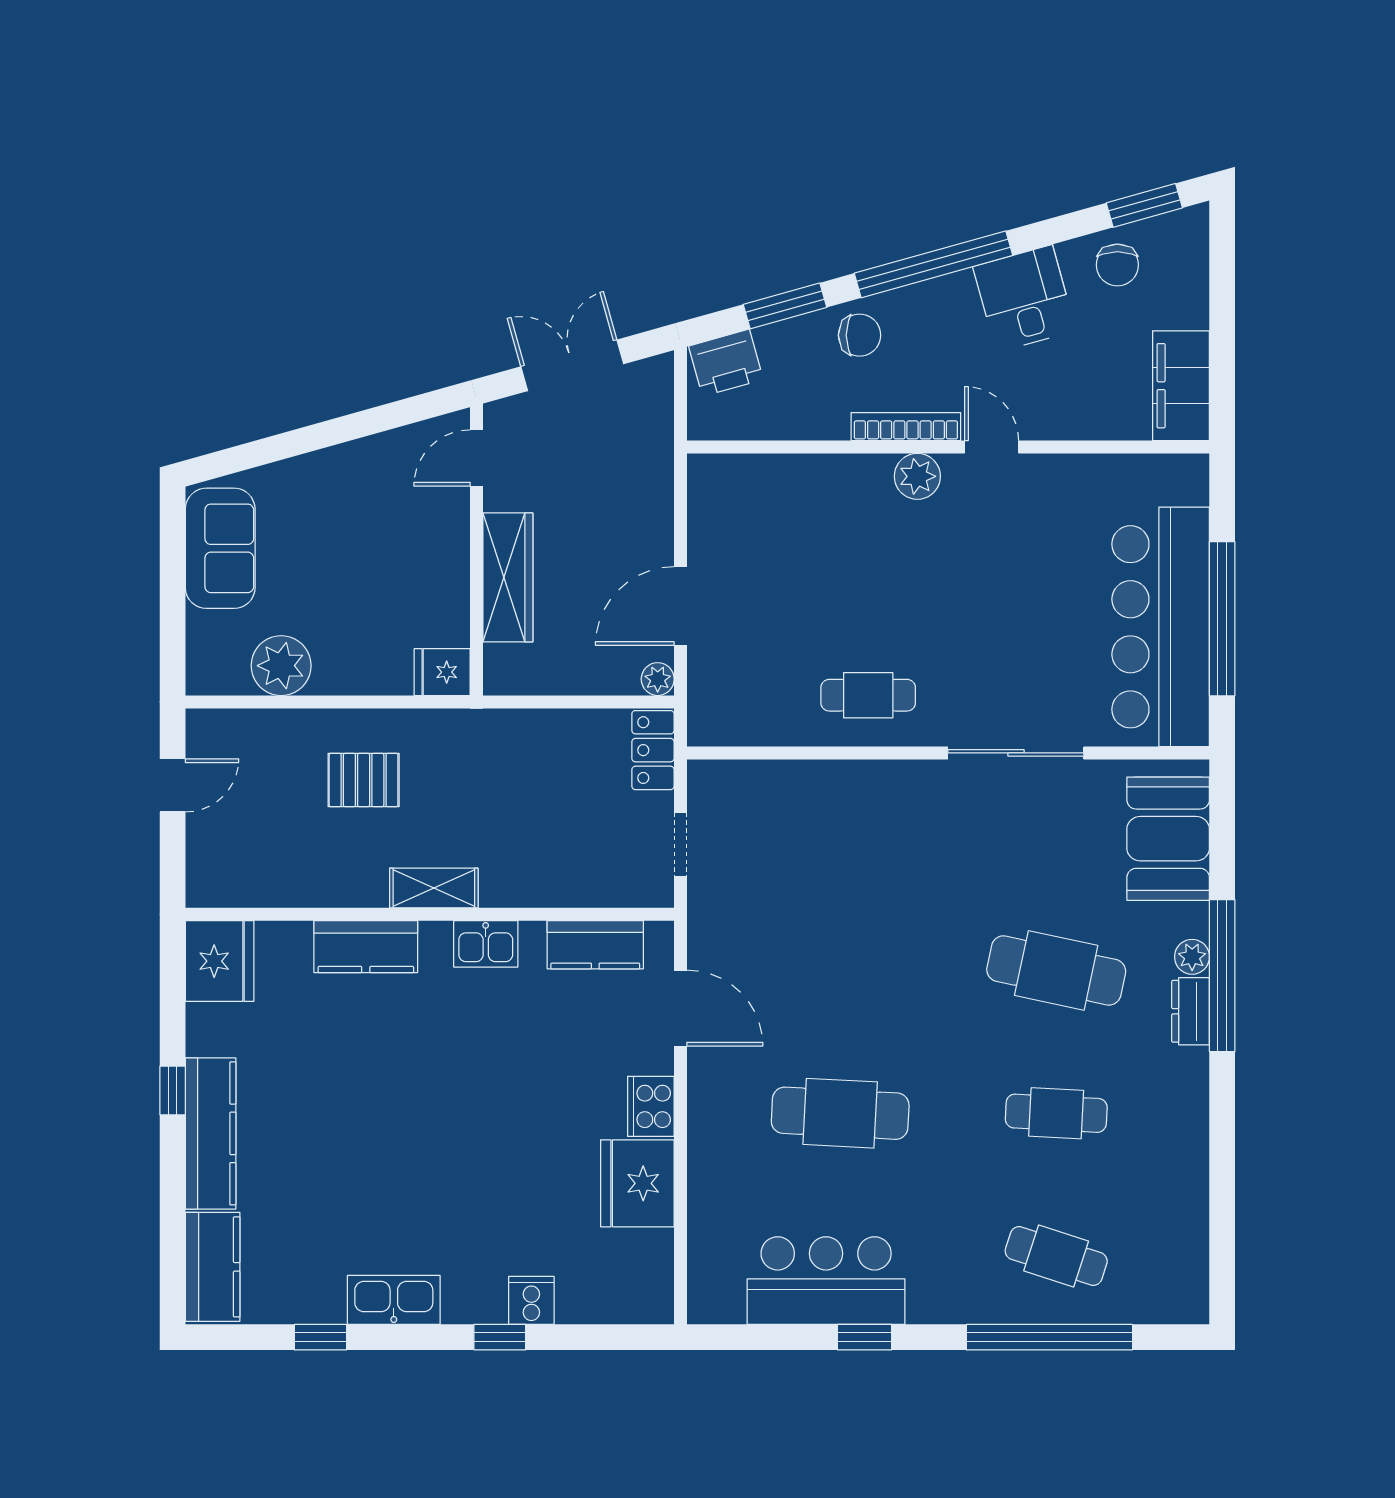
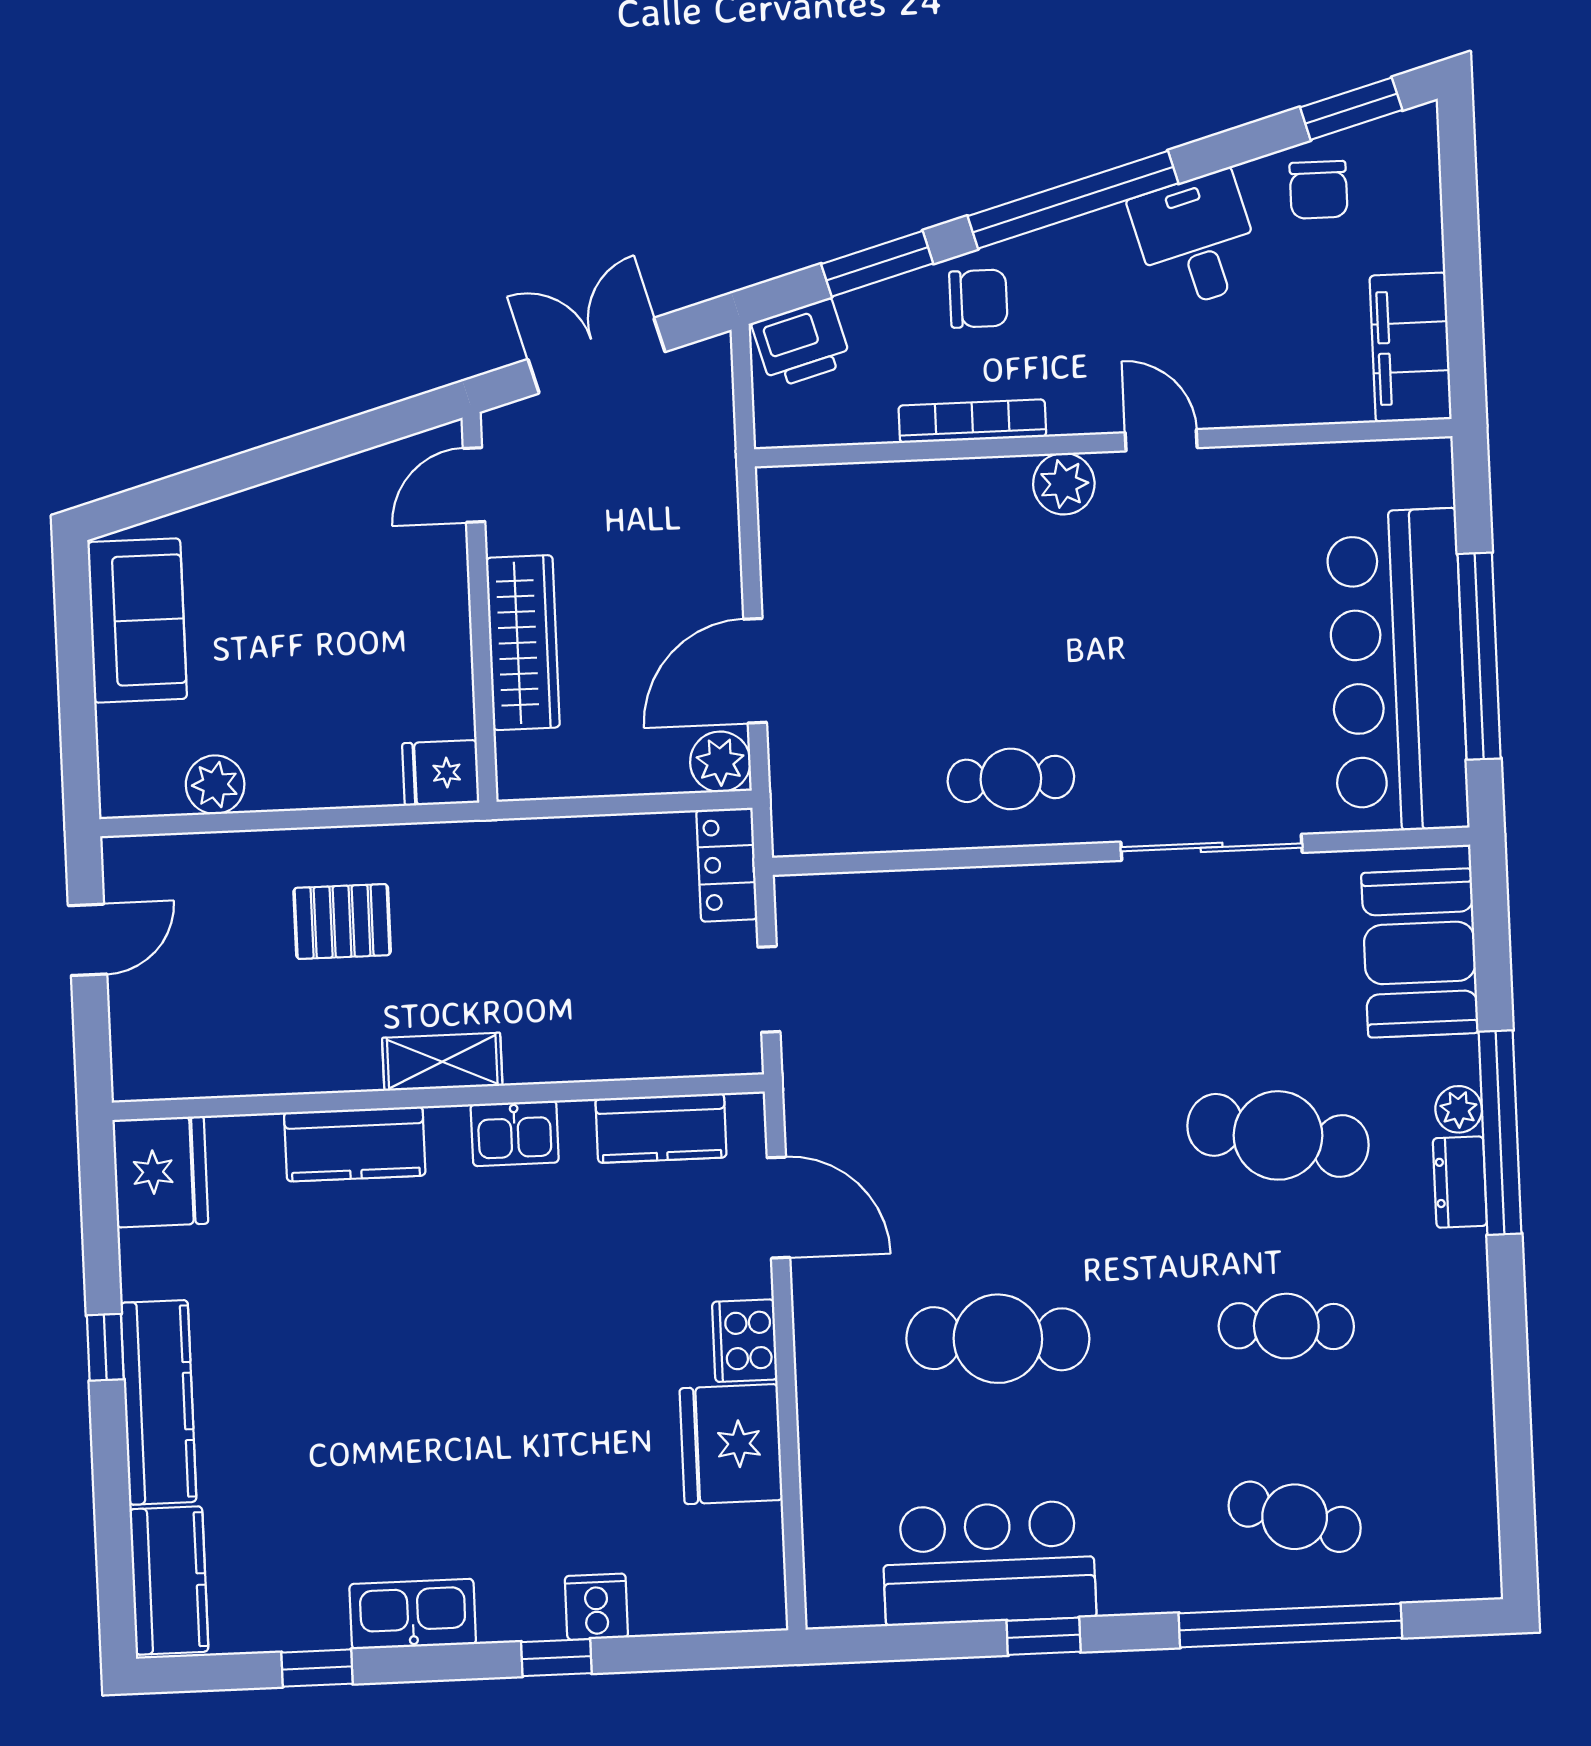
bookcase: (906, 427) -> (972, 421), moved
plant: (281, 666) -> (215, 785), width x0.73, depth x0.73
plant: (658, 679) -> (720, 762), width x1.38, depth x1.38

